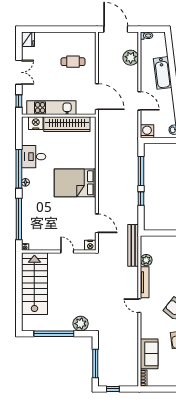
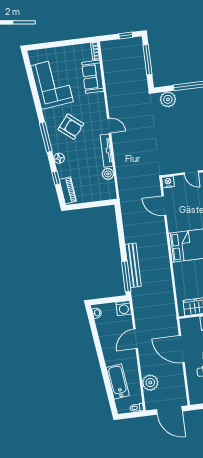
bathtub: (163, 73) -> (118, 381), moved
door: (97, 97) -> (182, 349), moved
door: (139, 101) -> (136, 339), hinge flipped
window: (141, 171) -> (126, 277), moved
window: (141, 199) -> (121, 237), removed
bench: (133, 245) -> (133, 265), moved

